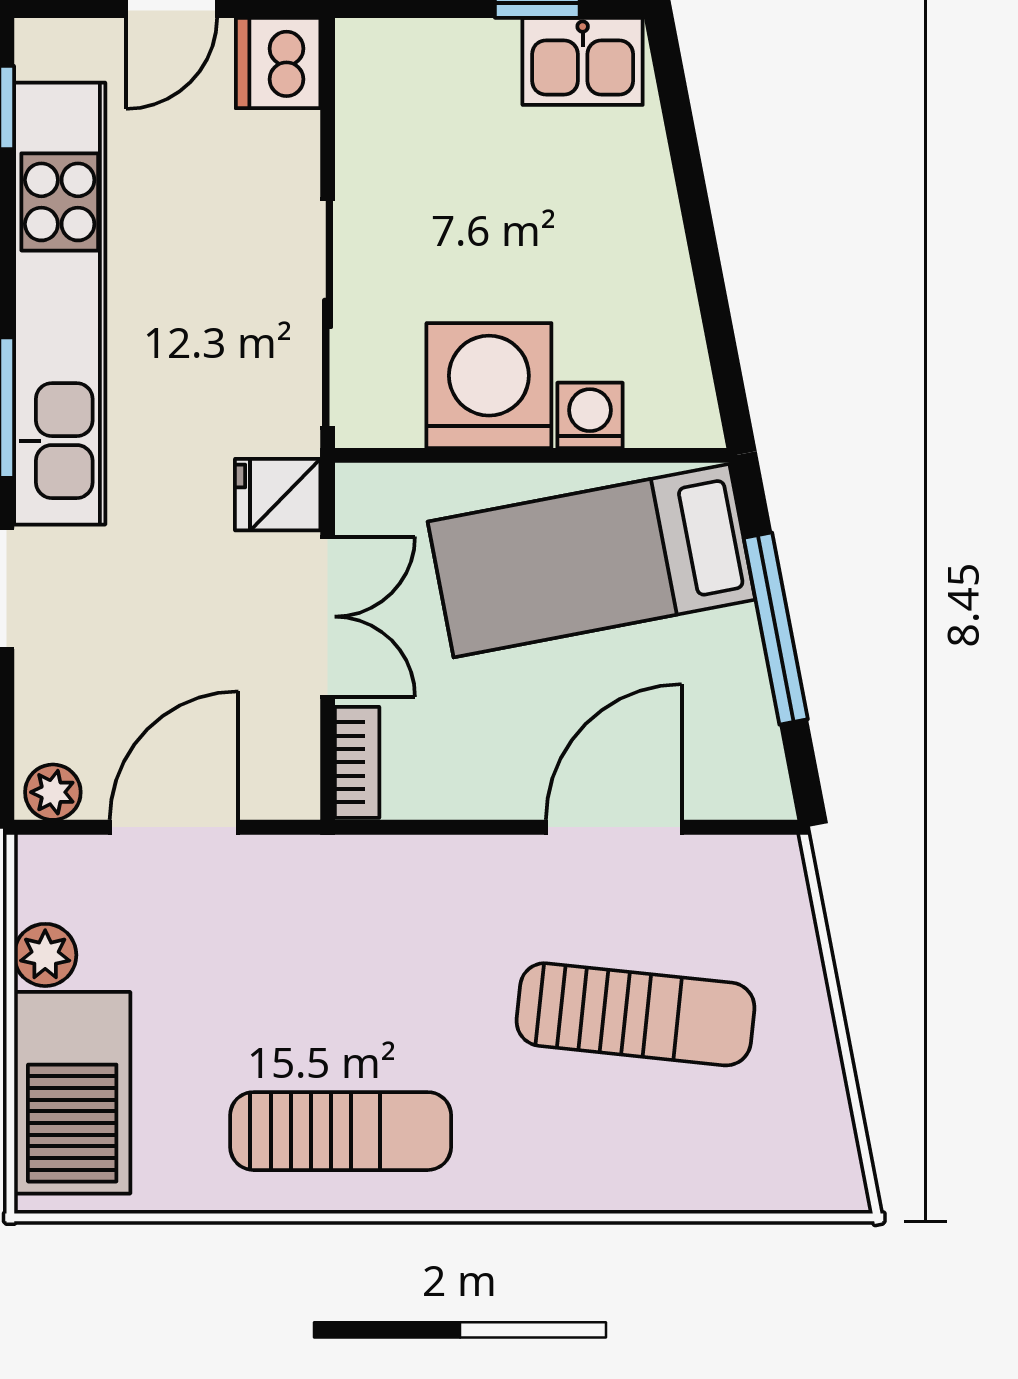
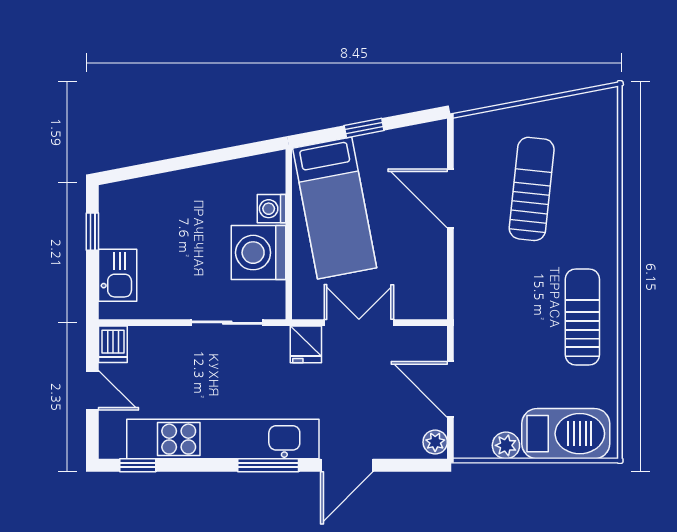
kitchen sink: (583, 61) -> (118, 275), moved
dishwasher: (278, 63) -> (113, 344), width x0.73
sliding door: (328, 313) -> (227, 323), width x0.73
window: (776, 629) -> (364, 128), width x0.46
bookcase: (357, 762) -> (422, 310), removed

